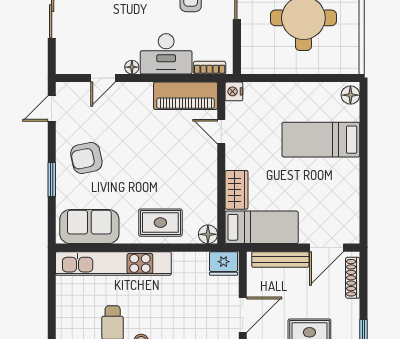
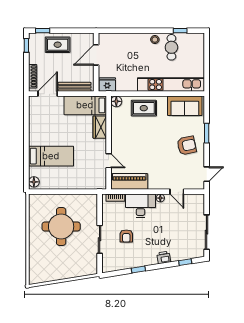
door: (103, 78) -> (177, 192), swing flipped
nightstand: (234, 91) -> (101, 184), removed

